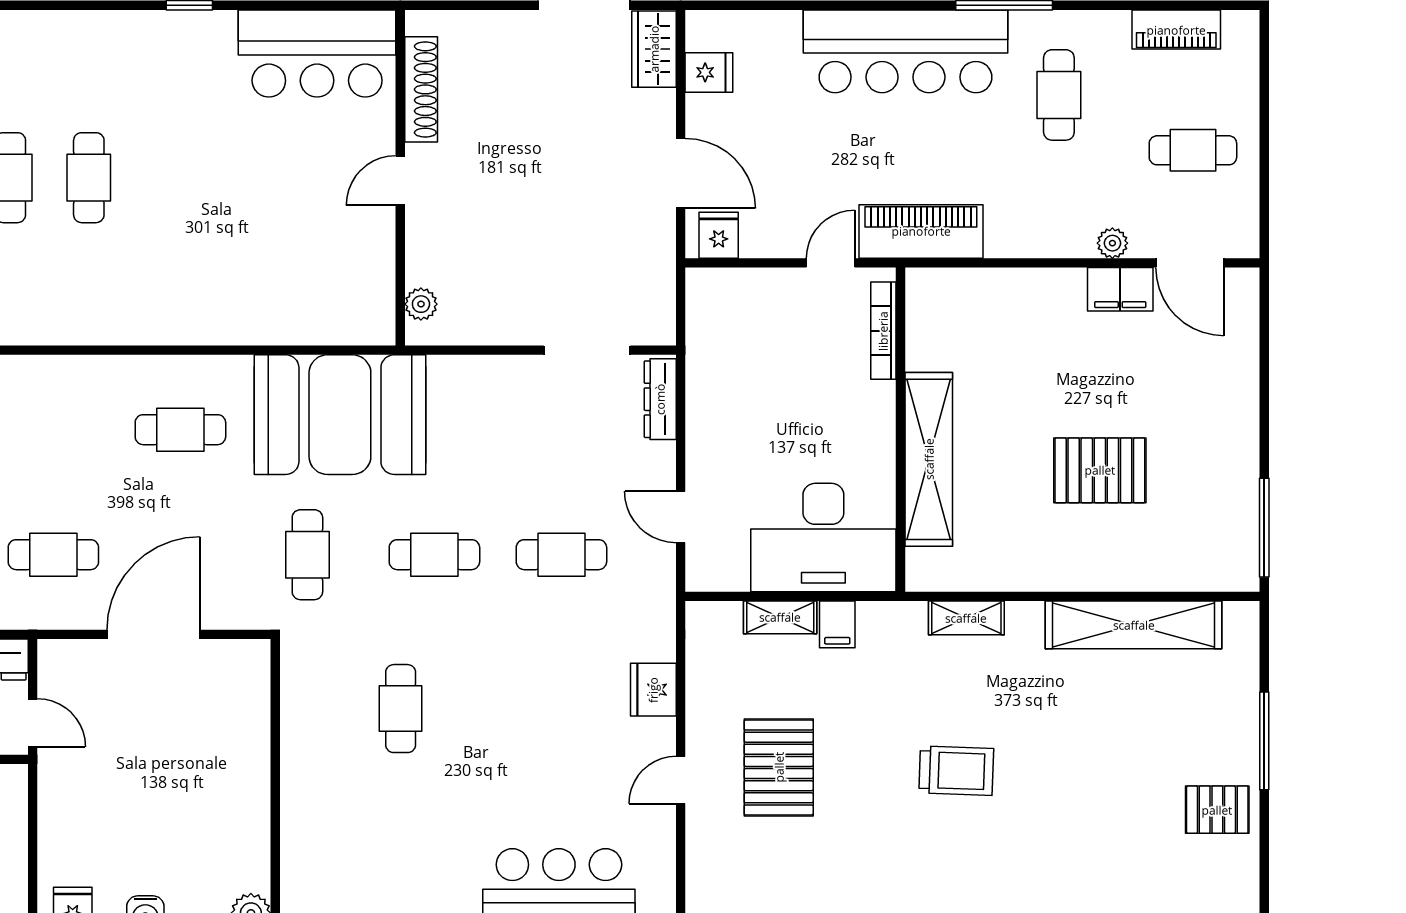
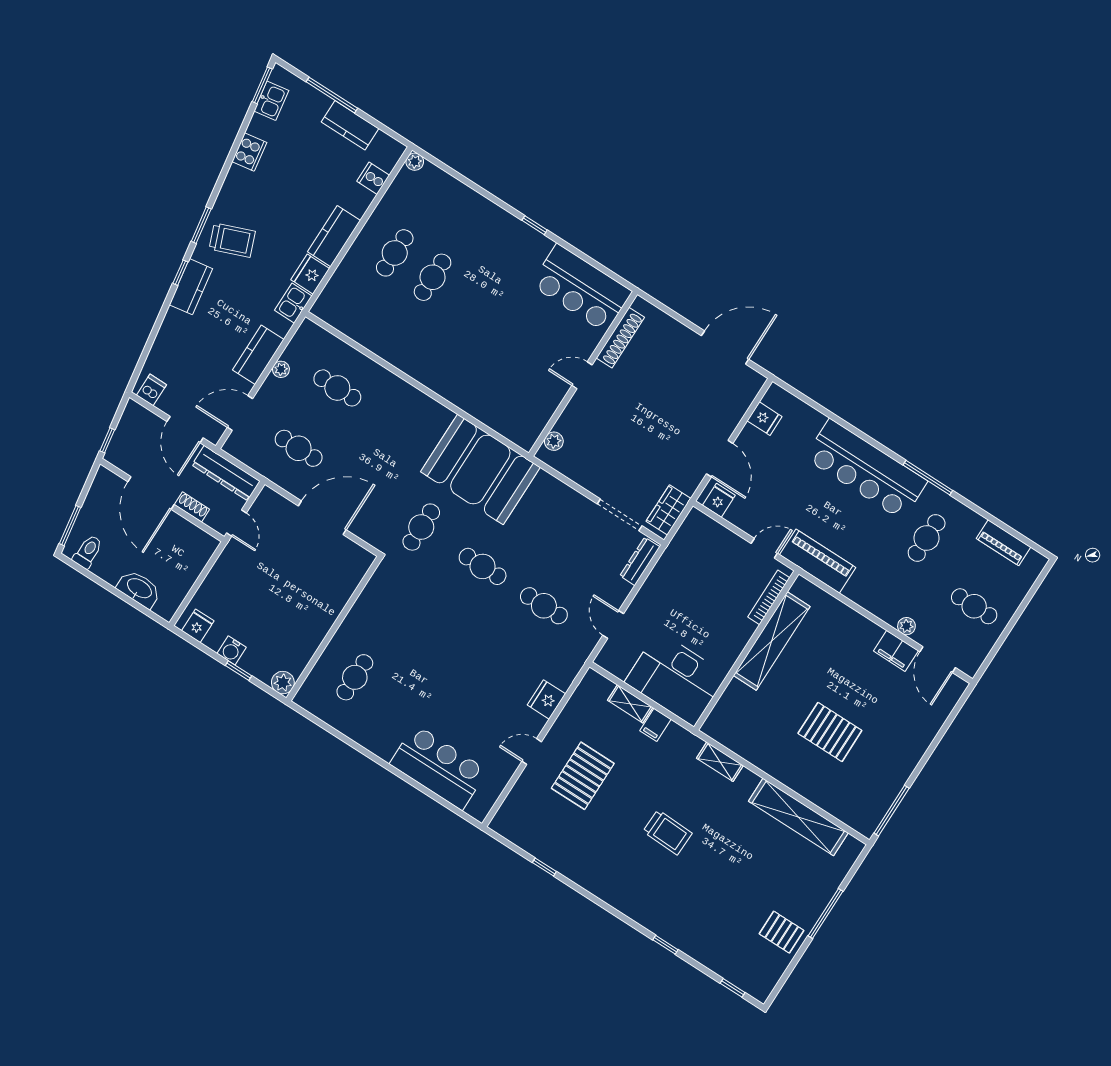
wardrobe: (654, 49) -> (669, 510), moved
cafe table: (180, 430) -> (337, 388), moved
shelving: (929, 459) -> (772, 641), moved
cafe table: (401, 709) -> (355, 677), moved

